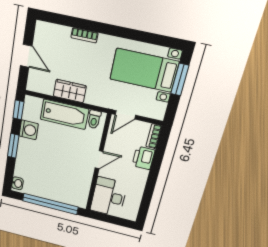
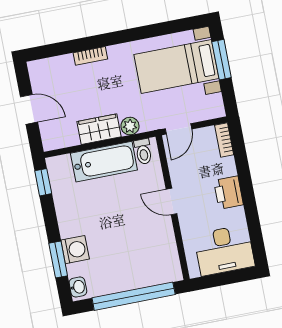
plant: (92, 98) -> (130, 126), added
washing machine: (29, 130) -> (75, 250), moved
window: (13, 146) -> (58, 260), moved
printer: (143, 158) -> (229, 193), moved
door: (99, 160) -> (171, 202), swing flipped
desk: (109, 197) -> (224, 250), moved, turned -90

